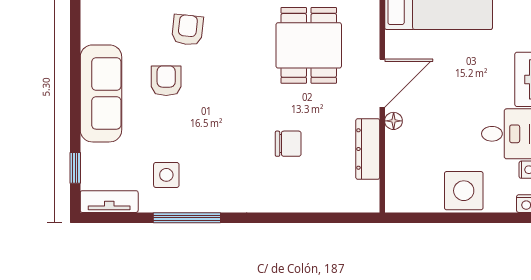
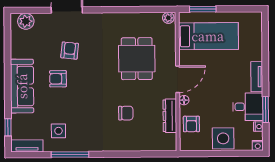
armchair: (166, 81) -> (58, 79), turned -90
armchair: (407, 164) -> (191, 124), added

